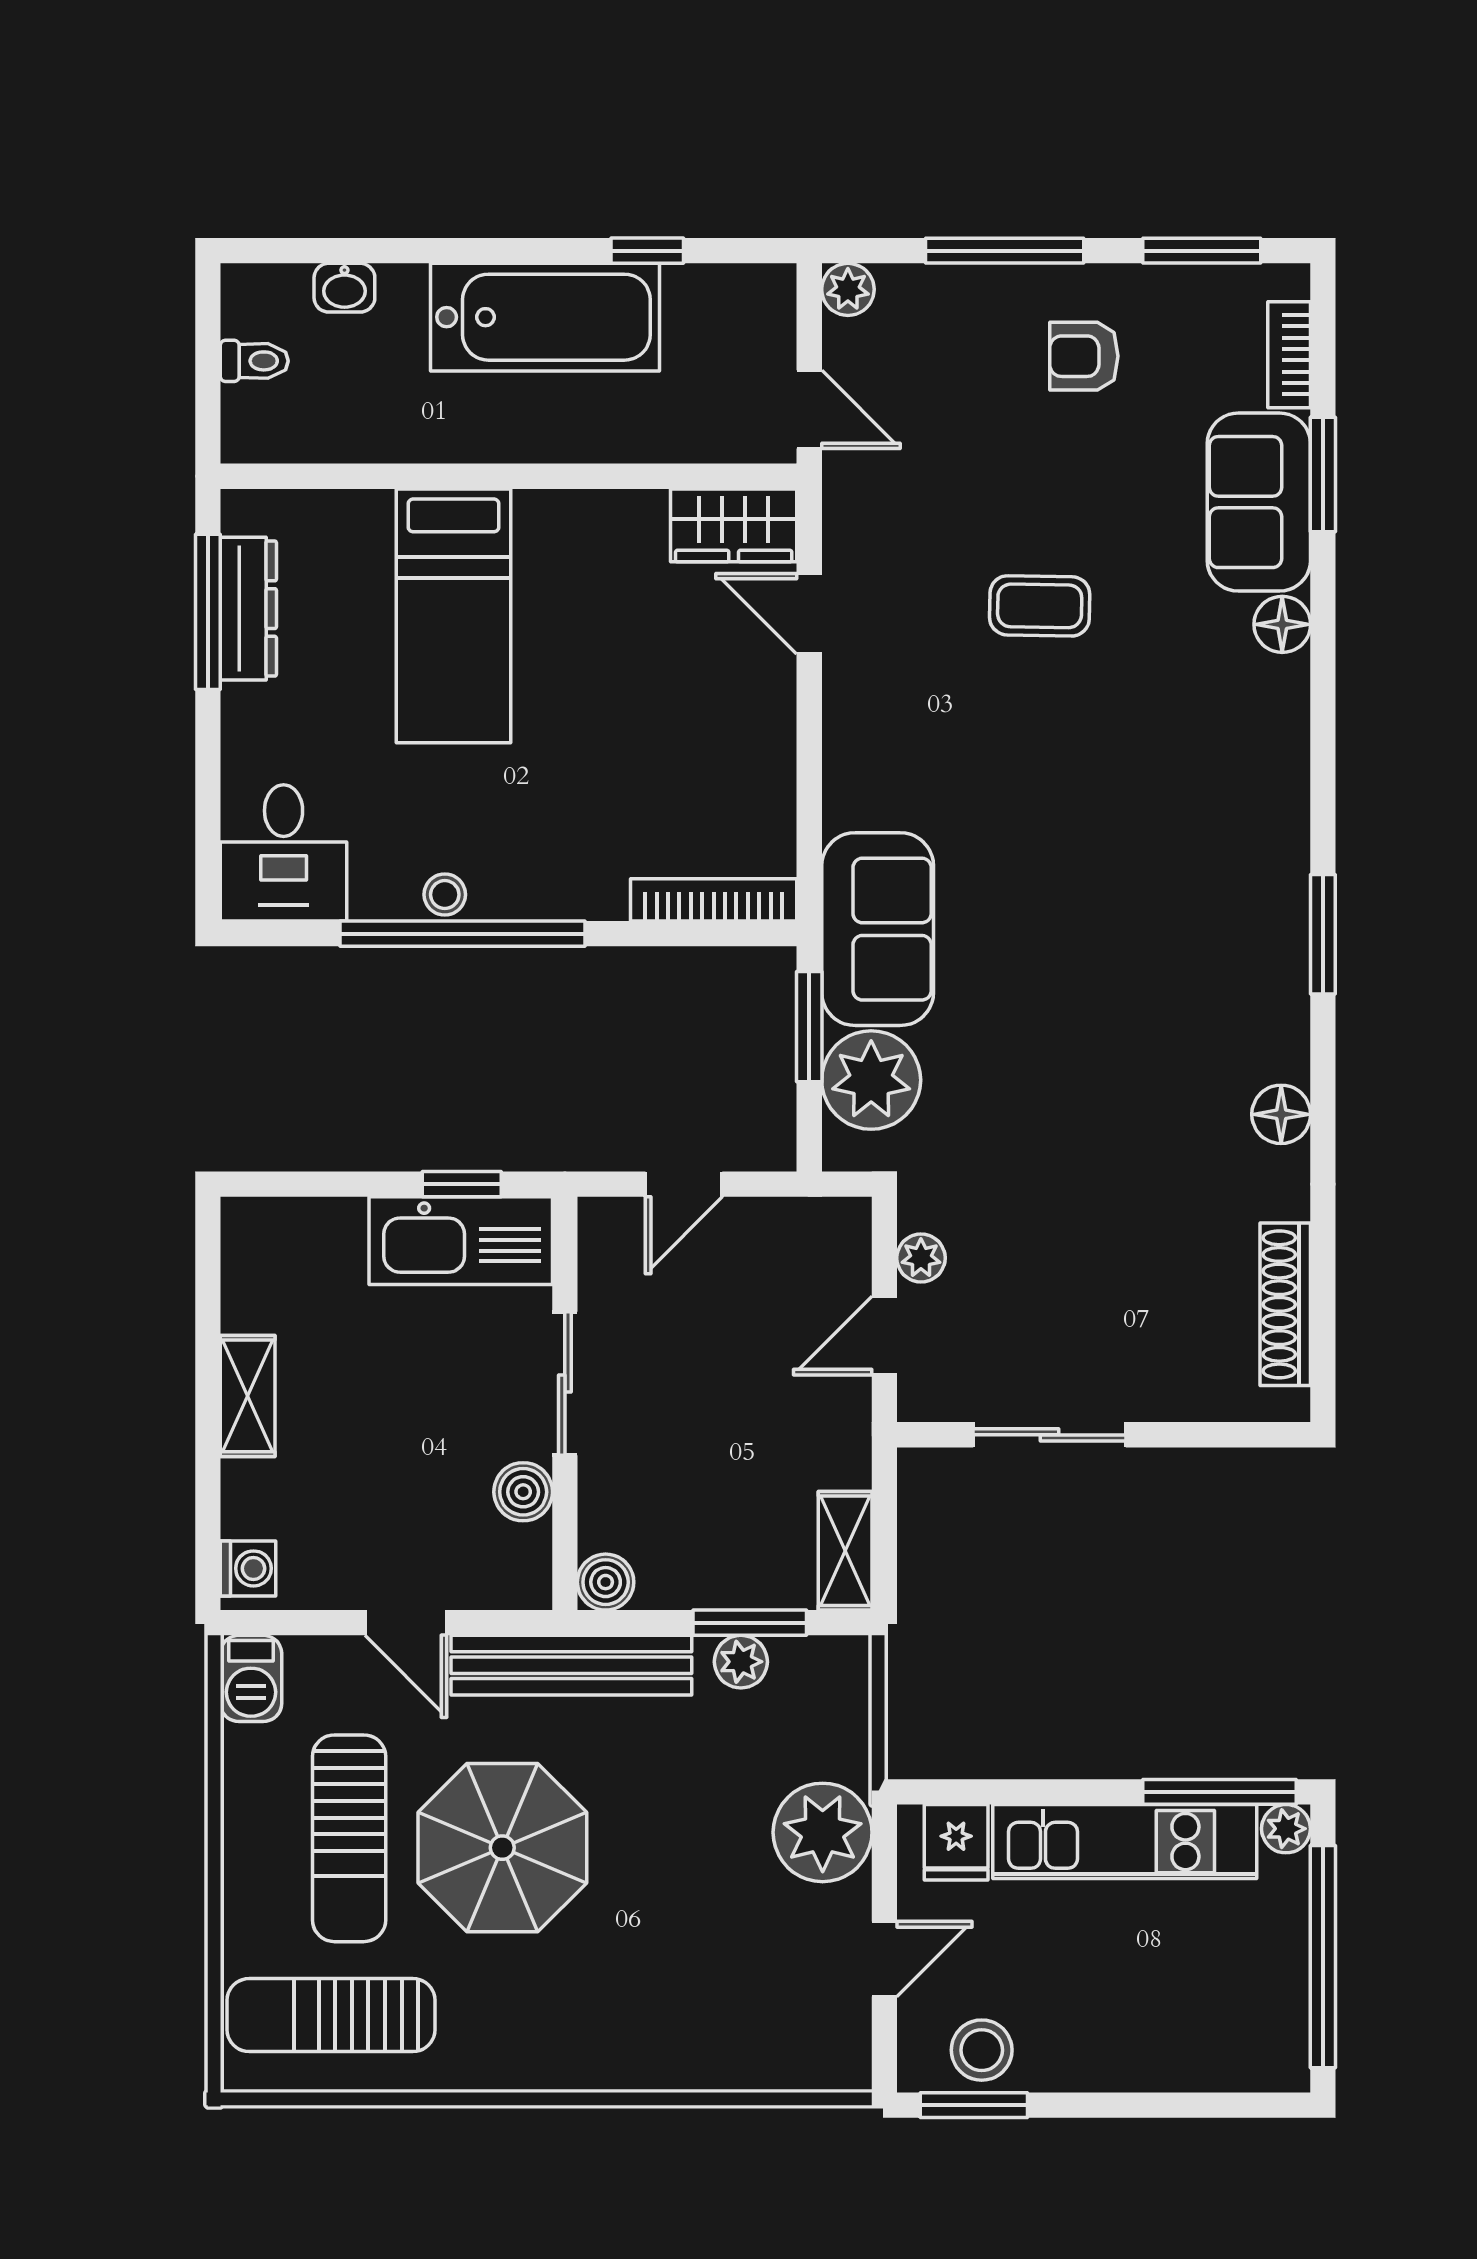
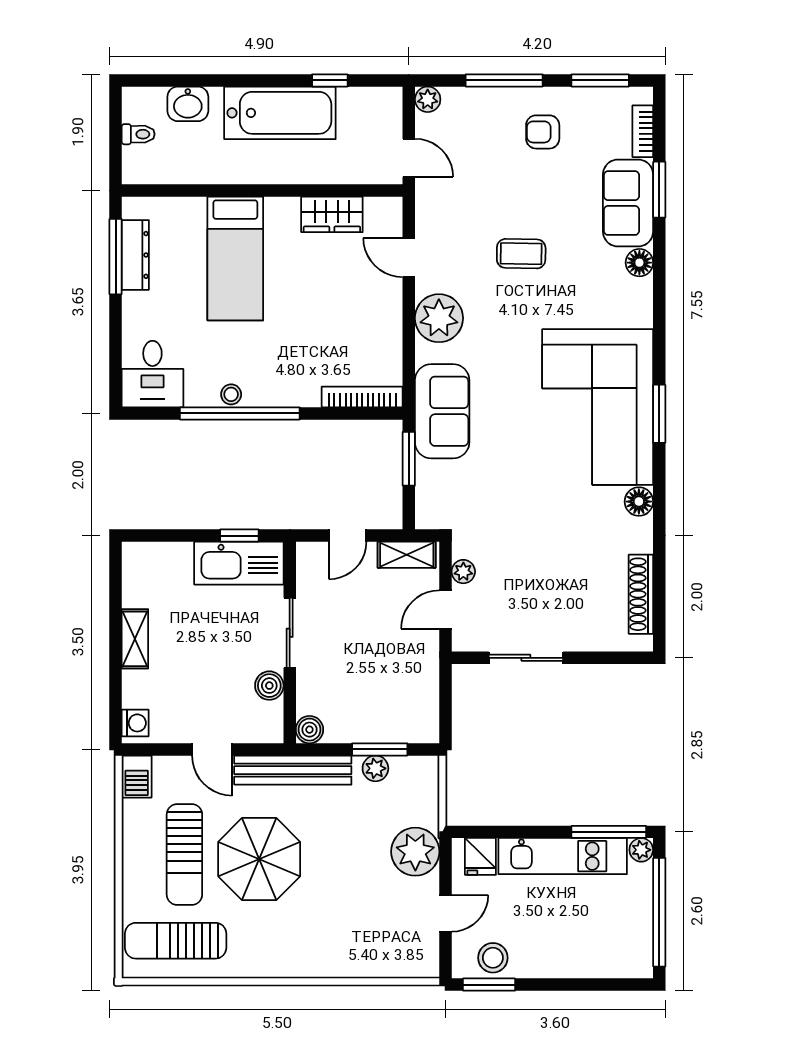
washbasin: (344, 288) -> (188, 104), width x1.38, depth x1.45
wardrobe: (734, 525) -> (332, 214), moved
corner sofa: (1197, 920) -> (598, 407), added
plant: (871, 1080) -> (439, 318), moved
shelving: (845, 1551) -> (407, 555), moved, turned 90

